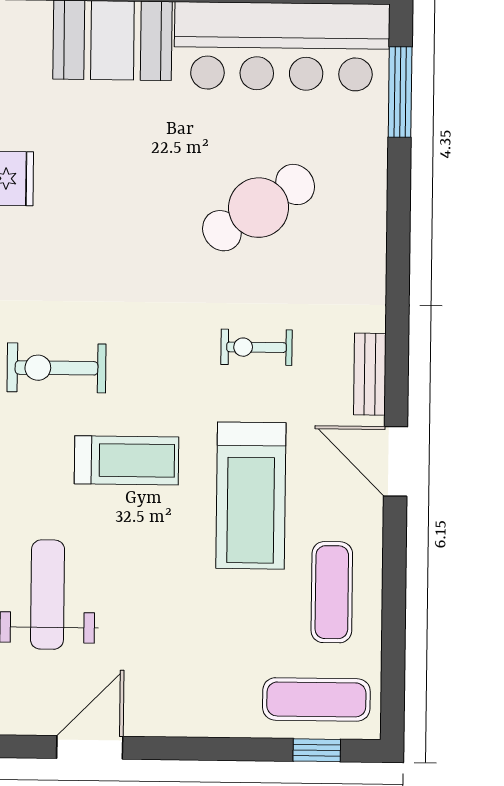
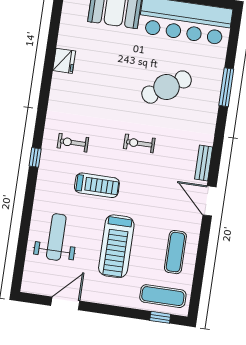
window: (400, 92) -> (226, 87), moved
exercise bike: (257, 347) -> (139, 143), moved
exercise bike: (57, 368) -> (73, 143), width x0.73, depth x0.72
treadmill: (251, 496) -> (116, 246), moved

